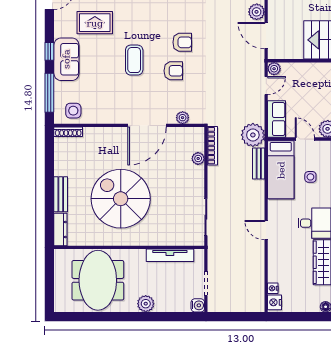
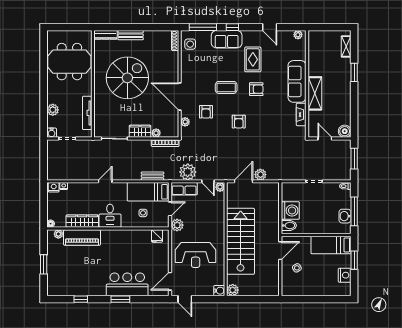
armchair: (137, 18) -> (256, 89), added
armchair: (173, 71) -> (206, 112), moved
plant: (253, 135) -> (188, 172), moved
wardrobe: (196, 181) -> (140, 131), added
plant: (146, 304) -> (53, 110), moved

